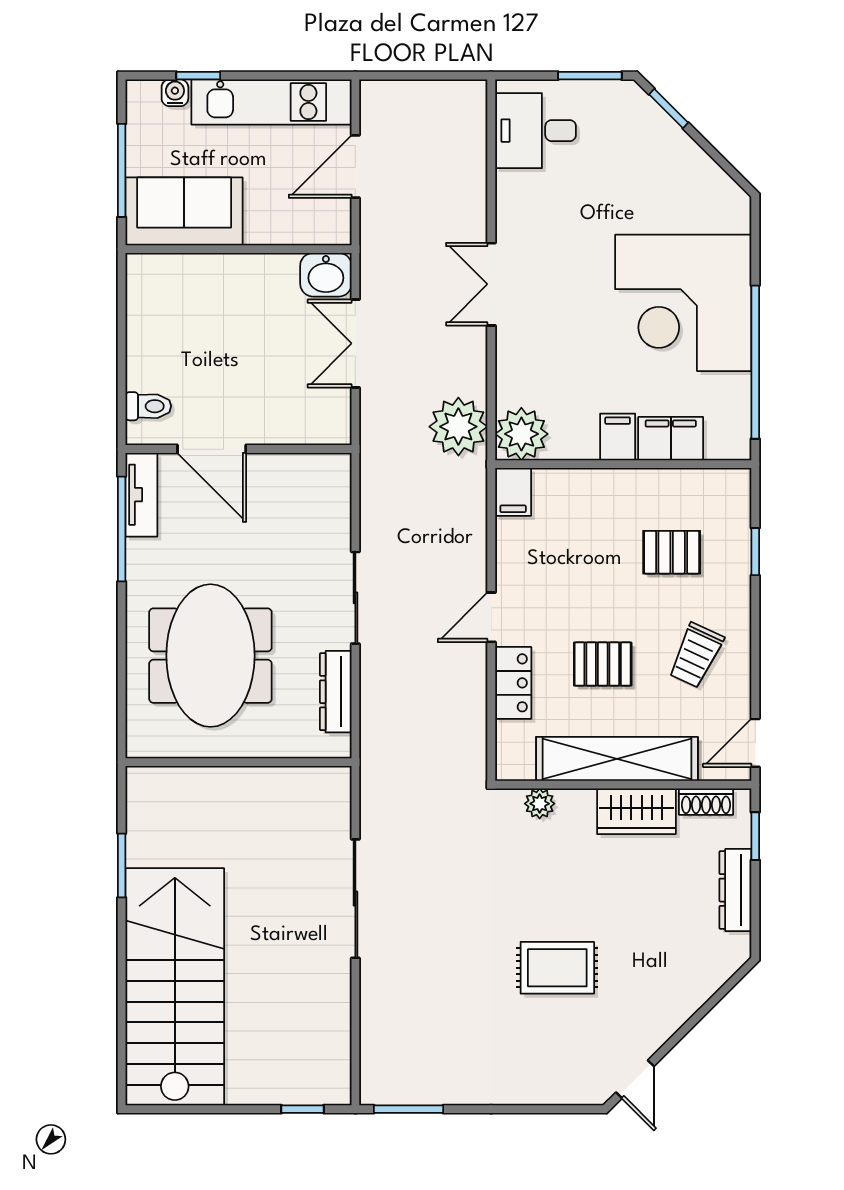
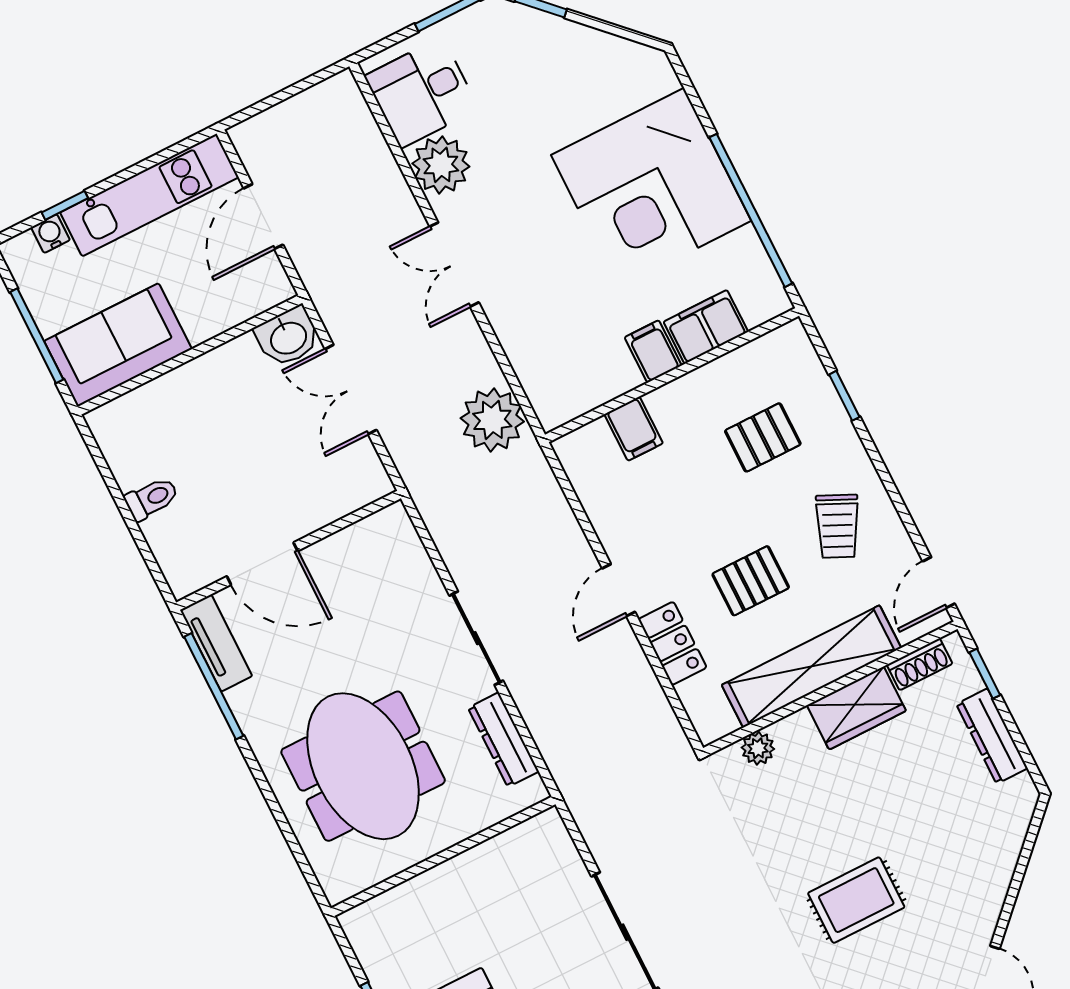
toilet: (148, 406) -> (152, 499), moved
plant: (521, 434) -> (441, 165), moved
filing cabinet: (513, 492) -> (634, 429), moved

